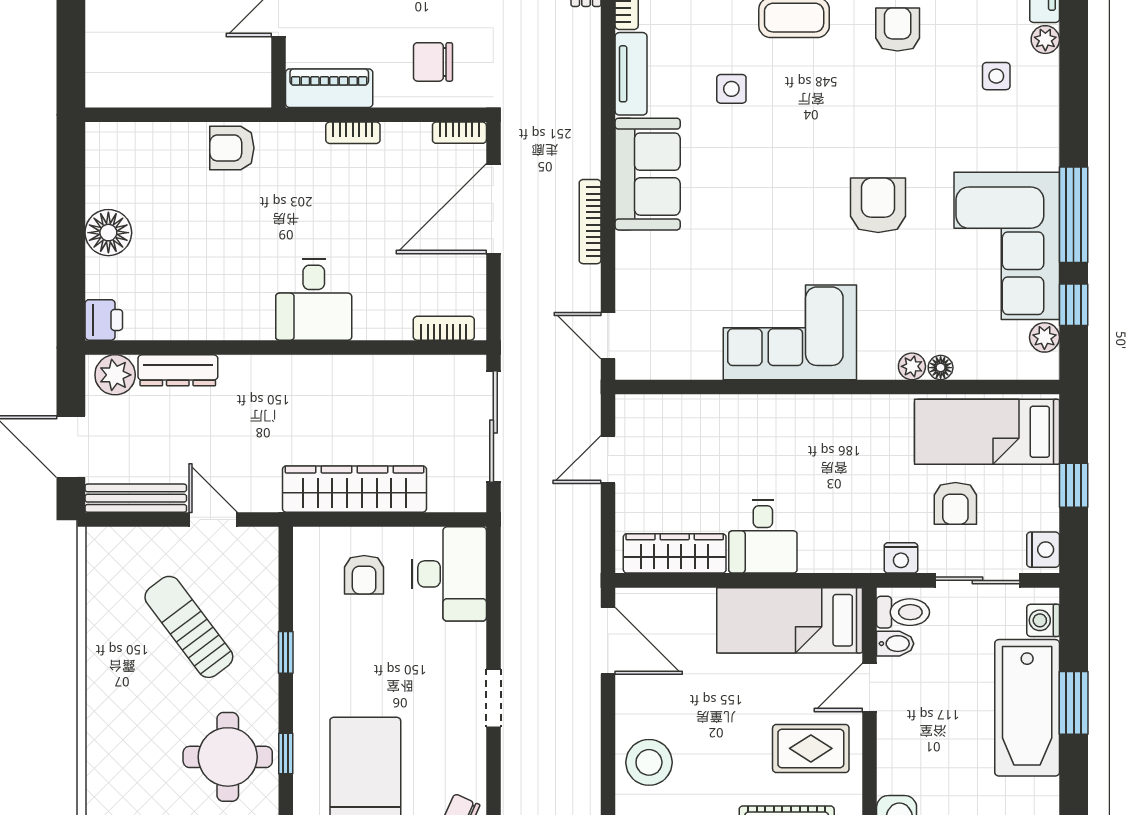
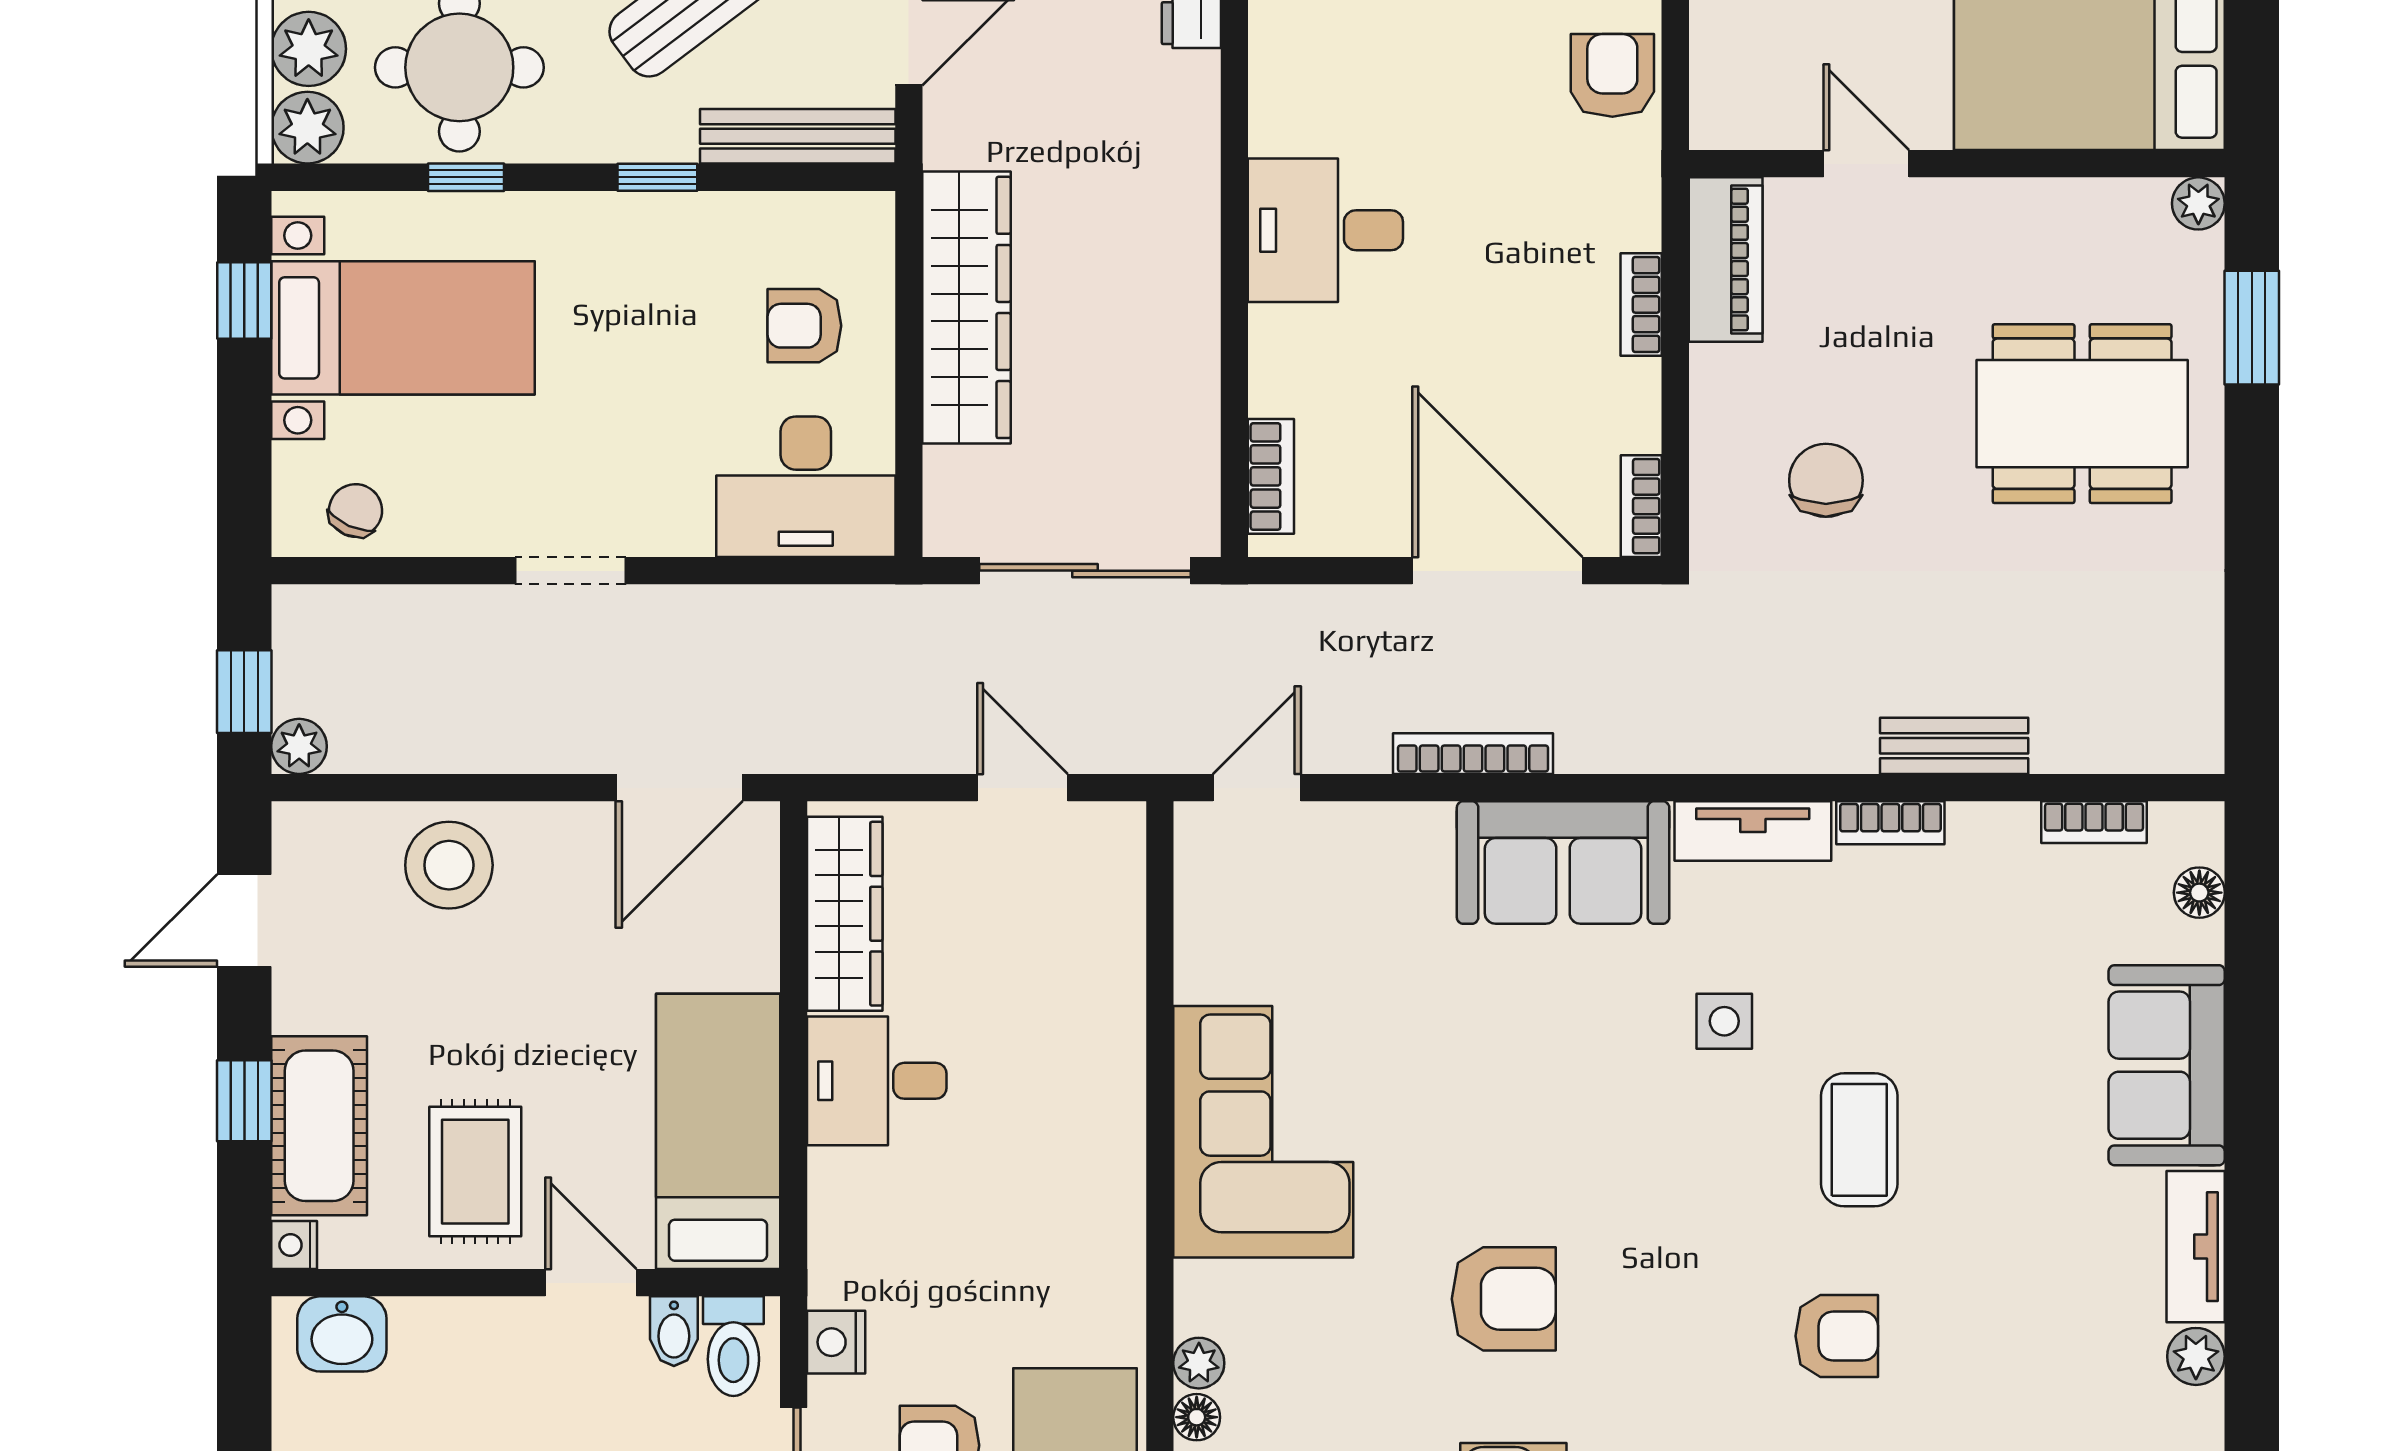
chair: (433, 62) -> (1826, 480), moved
bench: (264, 578) -> (798, 136), added

